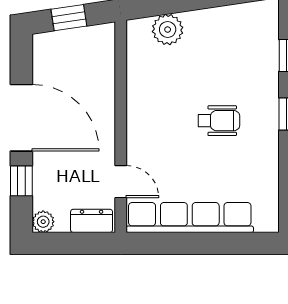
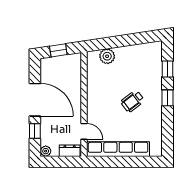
wheelchair: (219, 121) -> (132, 101), turned 143

